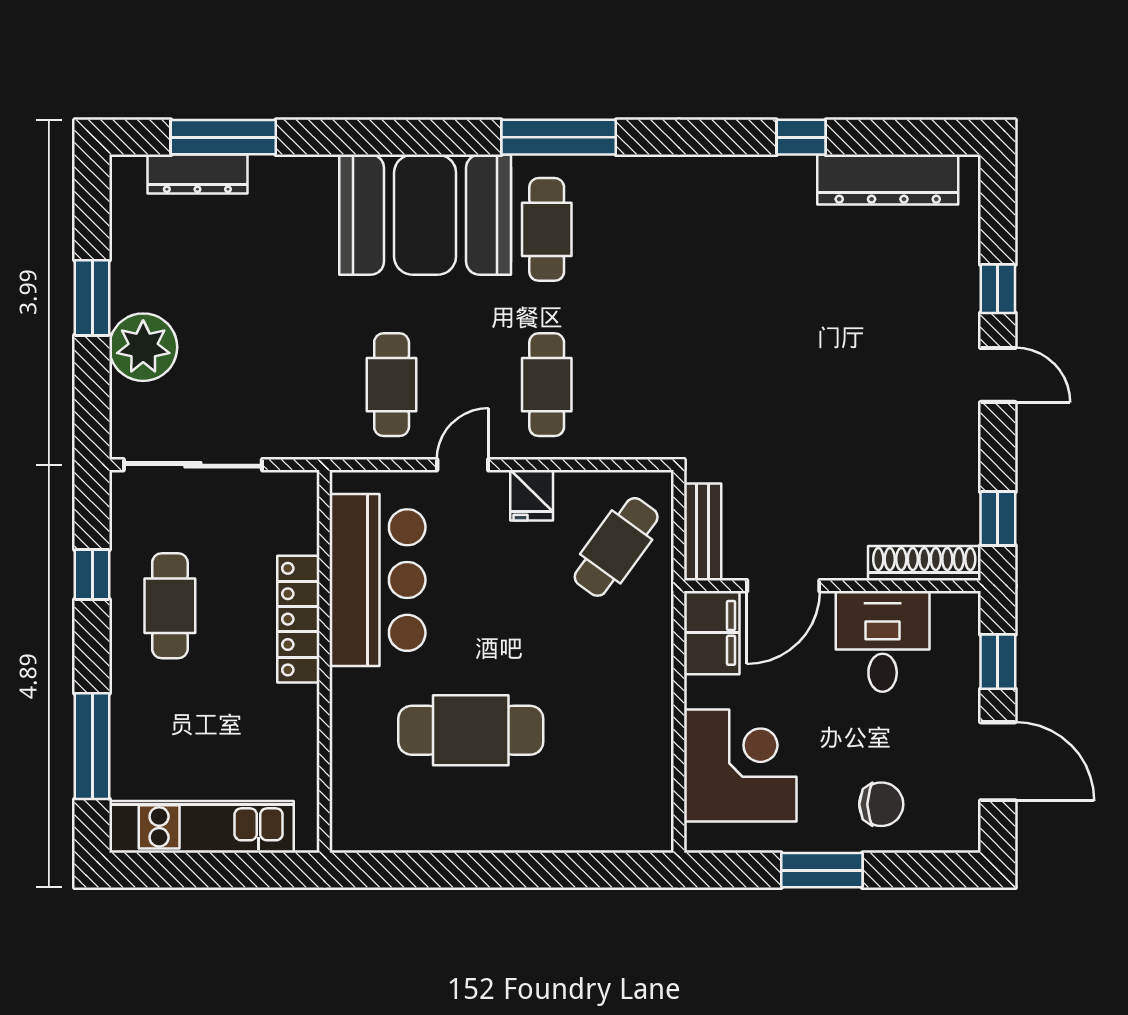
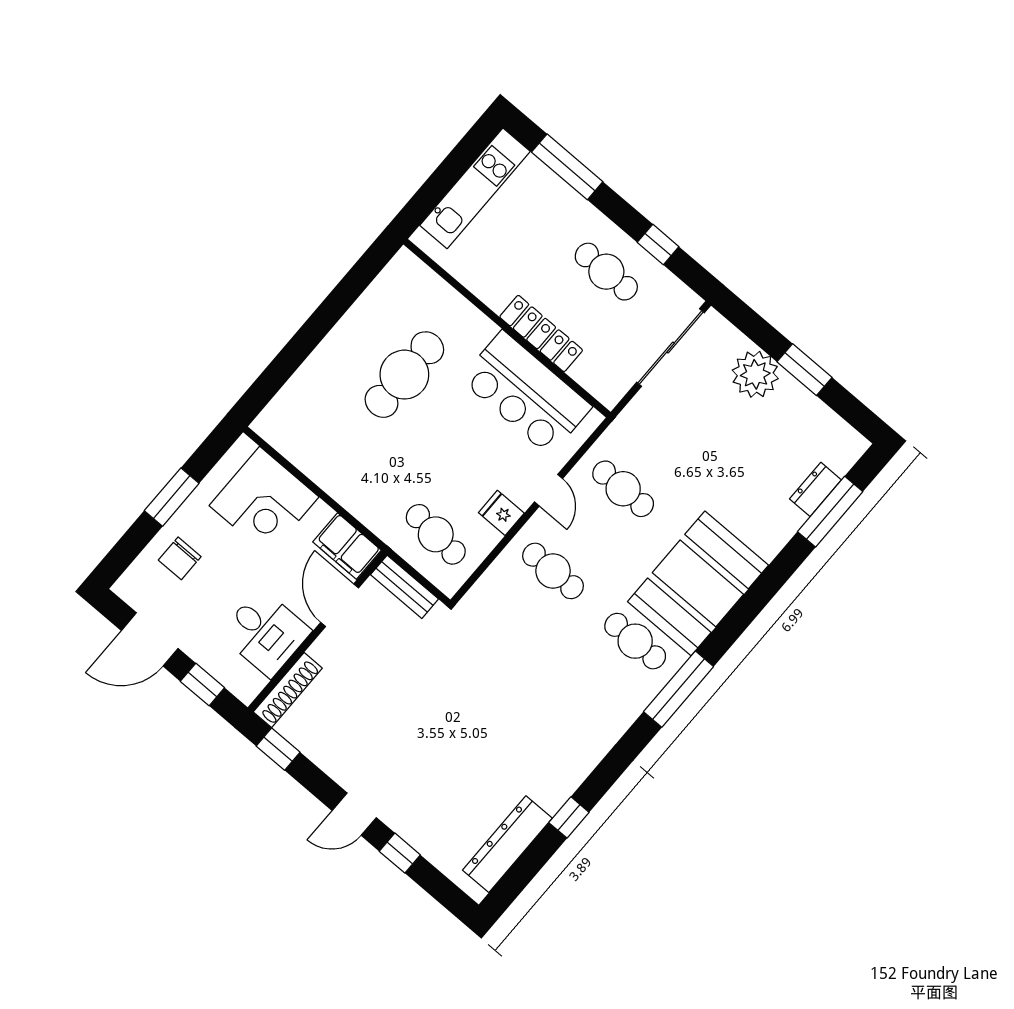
dresser: (197, 174) -> (815, 489), width x0.70
cafe table: (616, 547) -> (436, 534), turned -31

